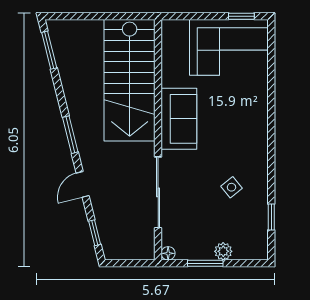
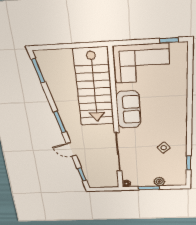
corner sofa: (229, 47) -> (142, 63), moved
door: (83, 184) -> (71, 149), hinge flipped

